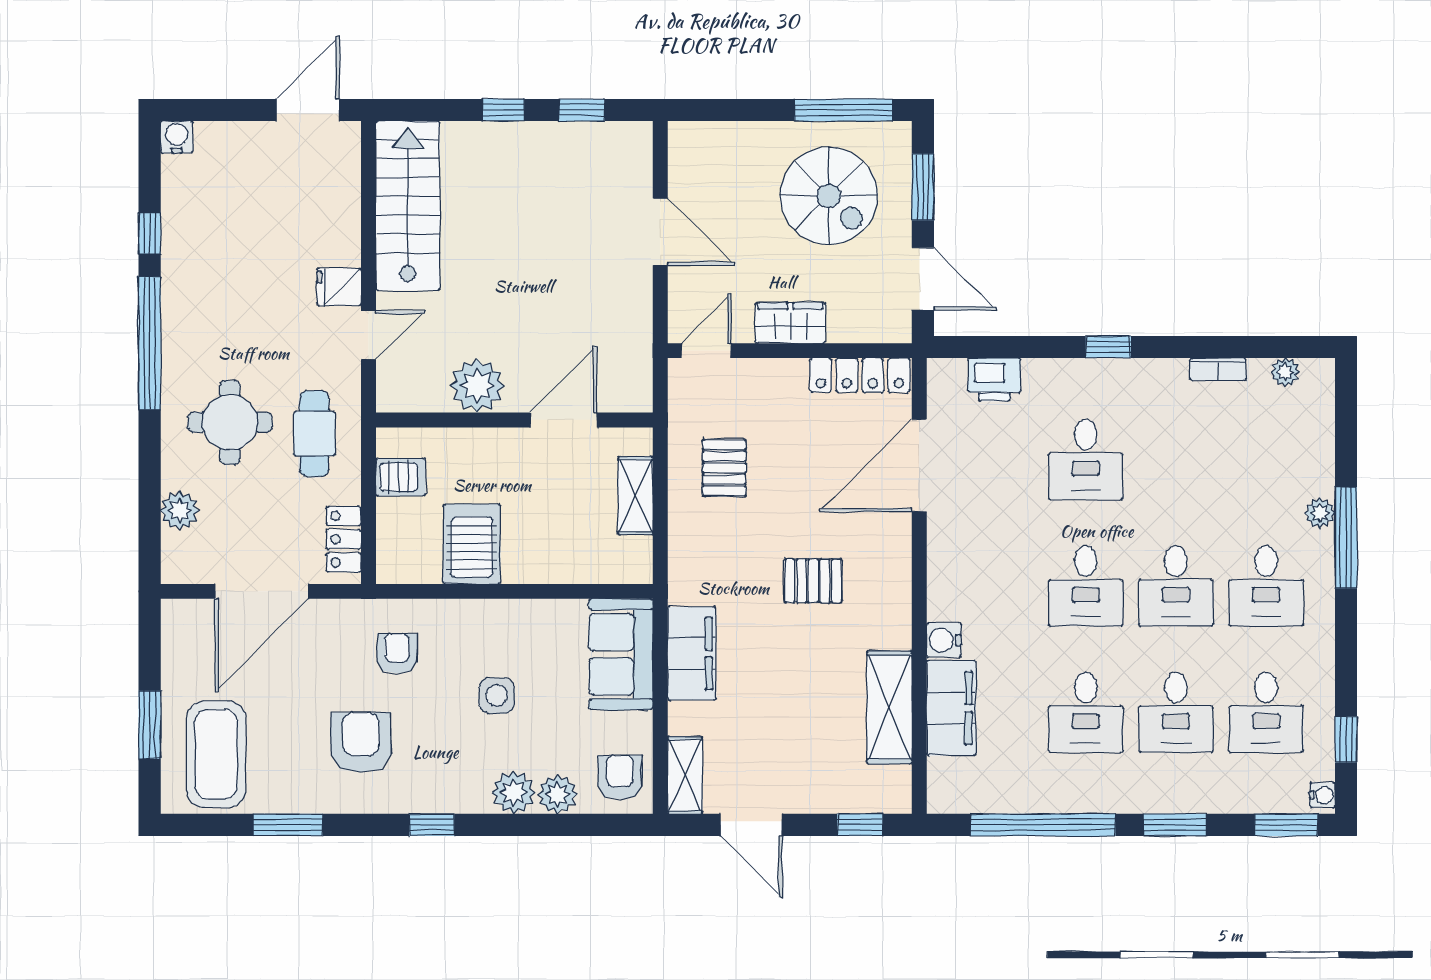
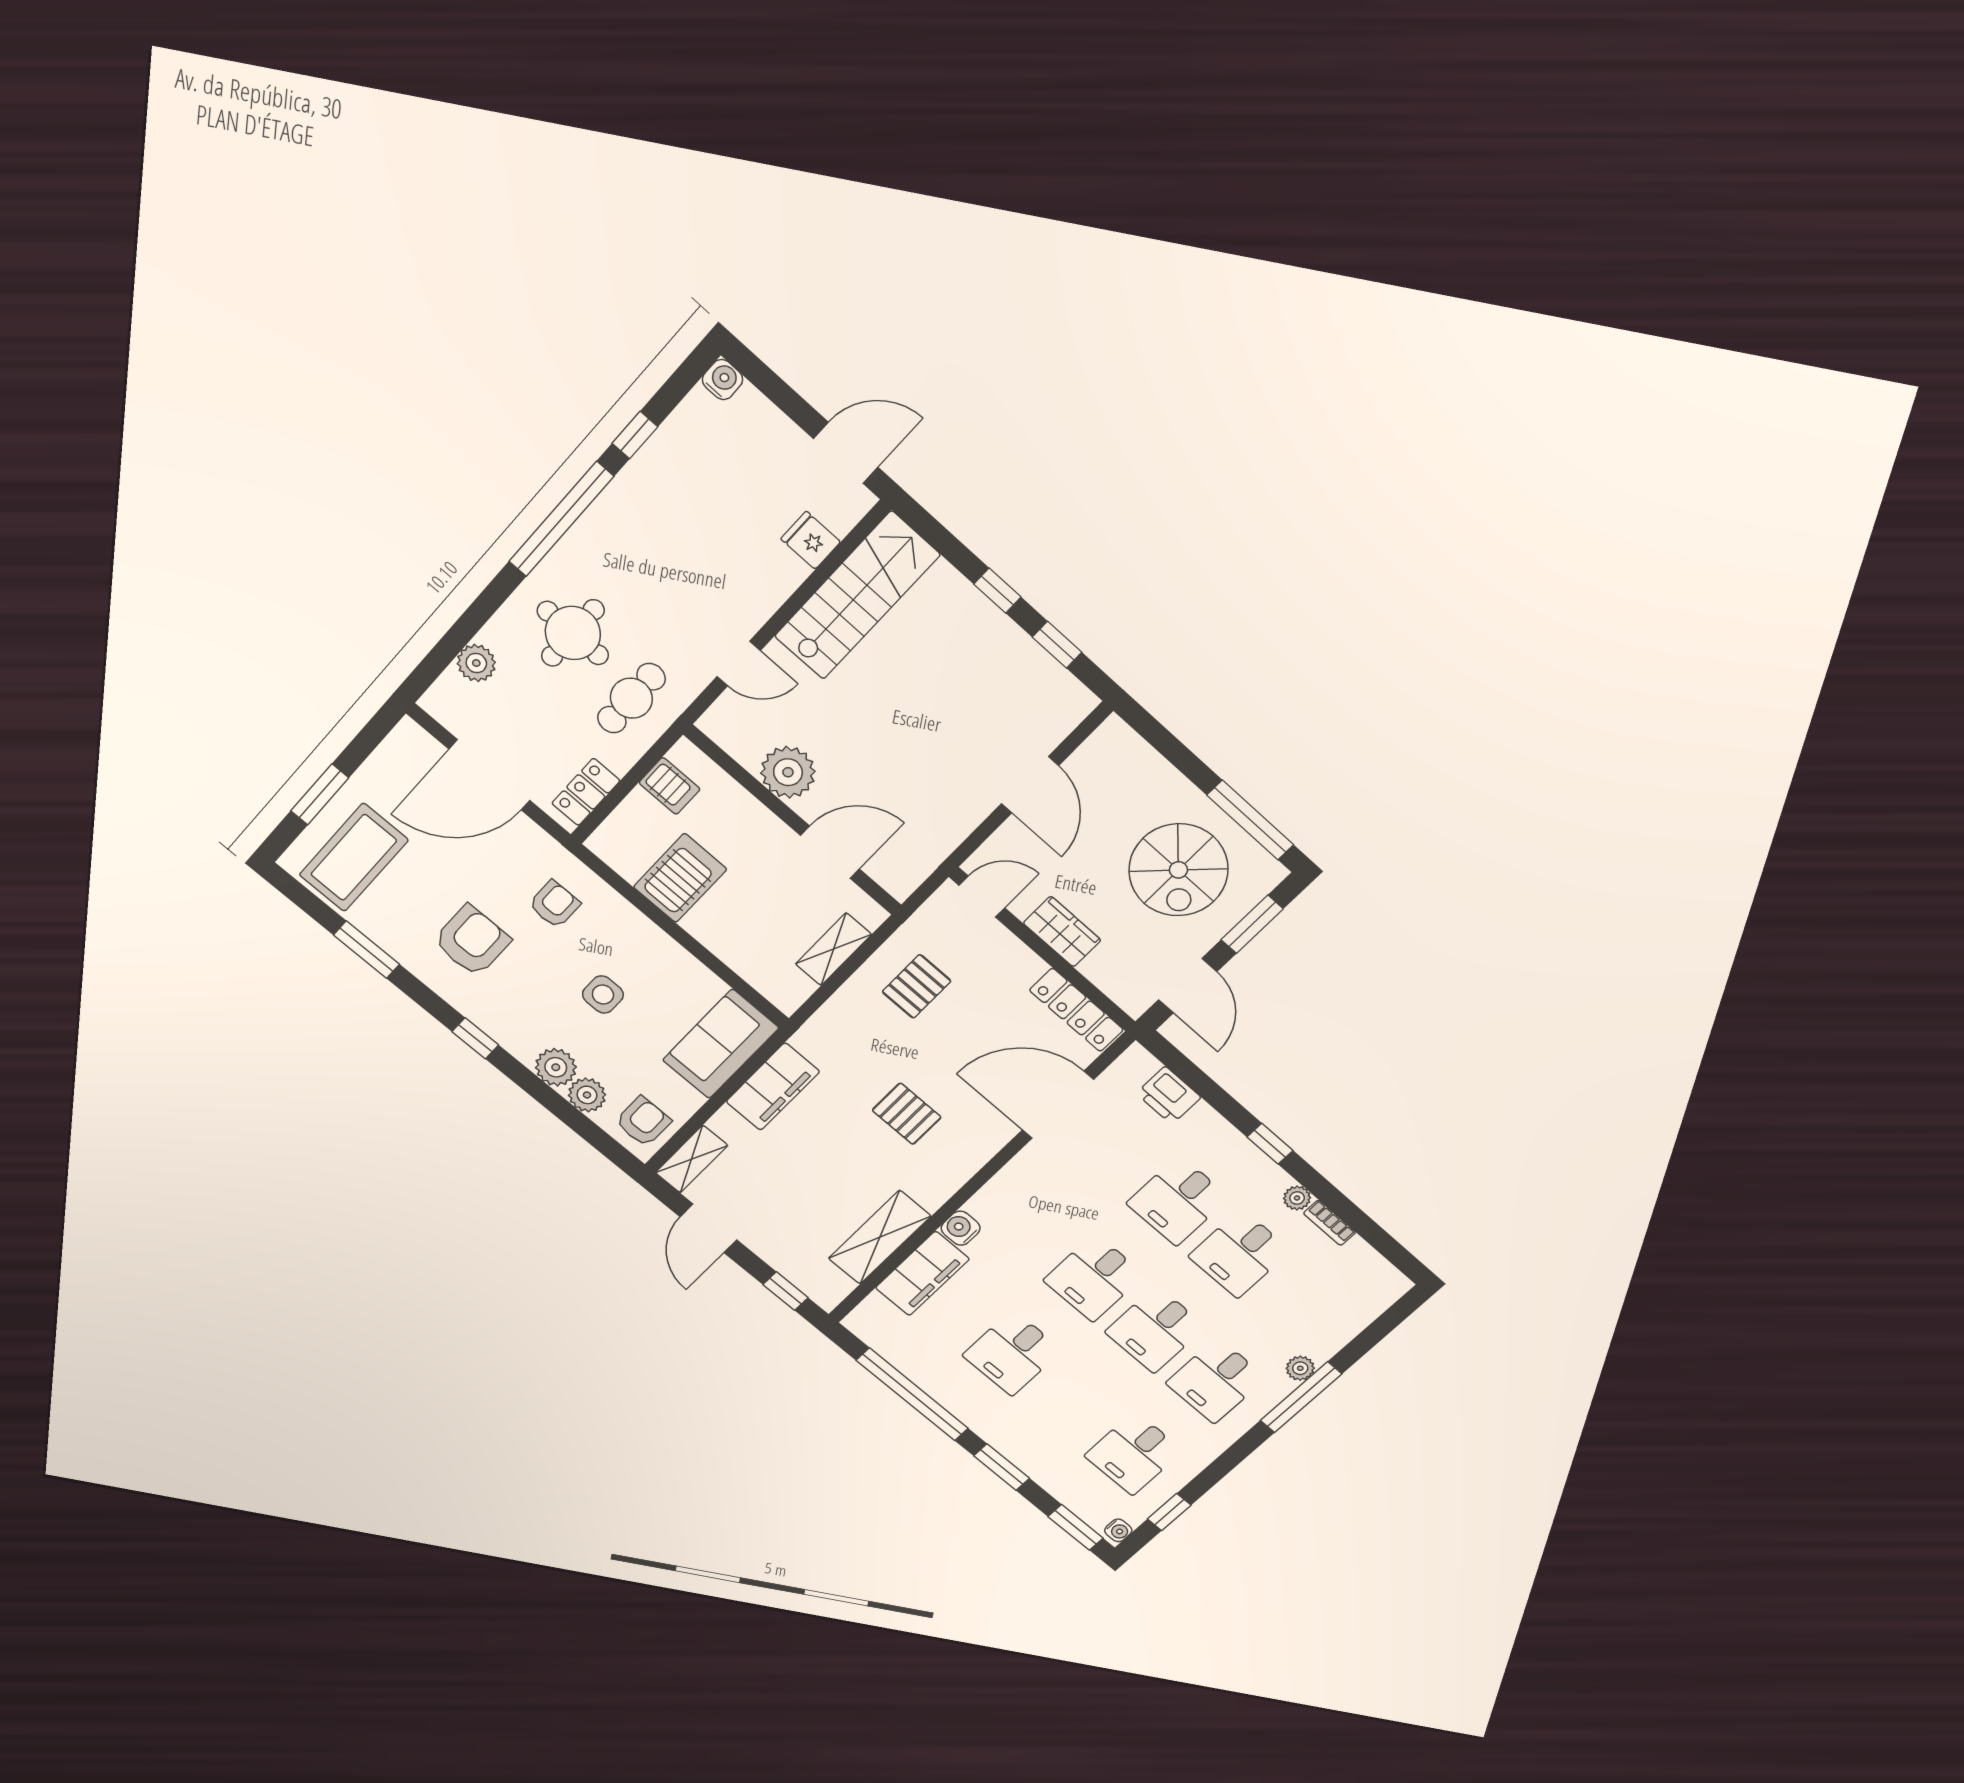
fridge: (339, 287) -> (811, 540), moved
plant: (1285, 372) -> (1297, 1198), moved
desk: (1176, 712) -> (1239, 1253), moved

